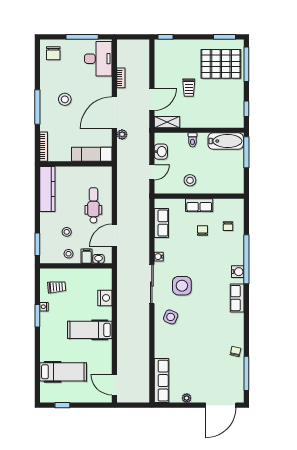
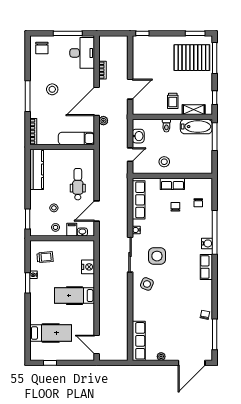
trolley: (189, 88) -> (173, 101), moved
shelving: (167, 122) -> (194, 110), moved
row of seats: (161, 223) -> (139, 200), width x1.48

